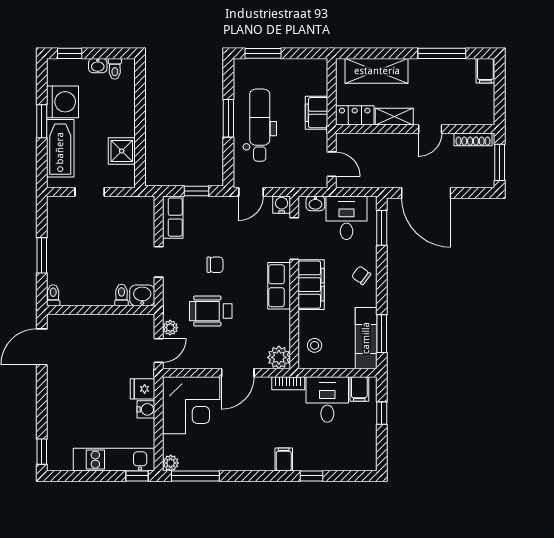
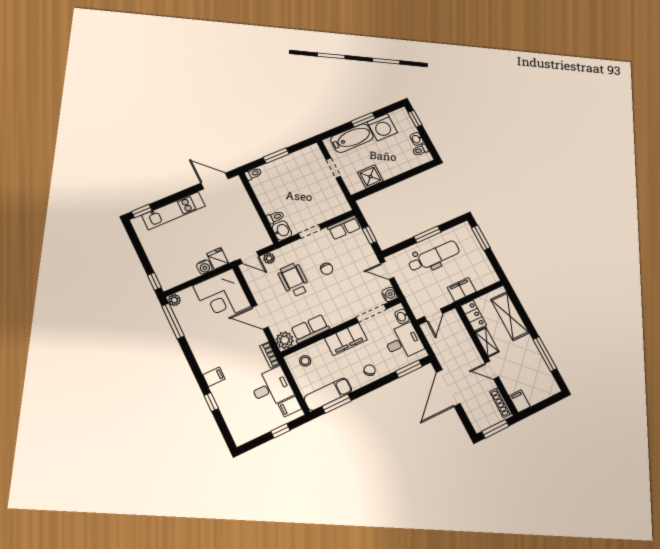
filing cabinet: (485, 71) -> (520, 401), moved, turned 90
row of seats: (279, 286) -> (310, 329), moved
kitchen unit: (114, 460) -> (174, 211), moved, turned 90

